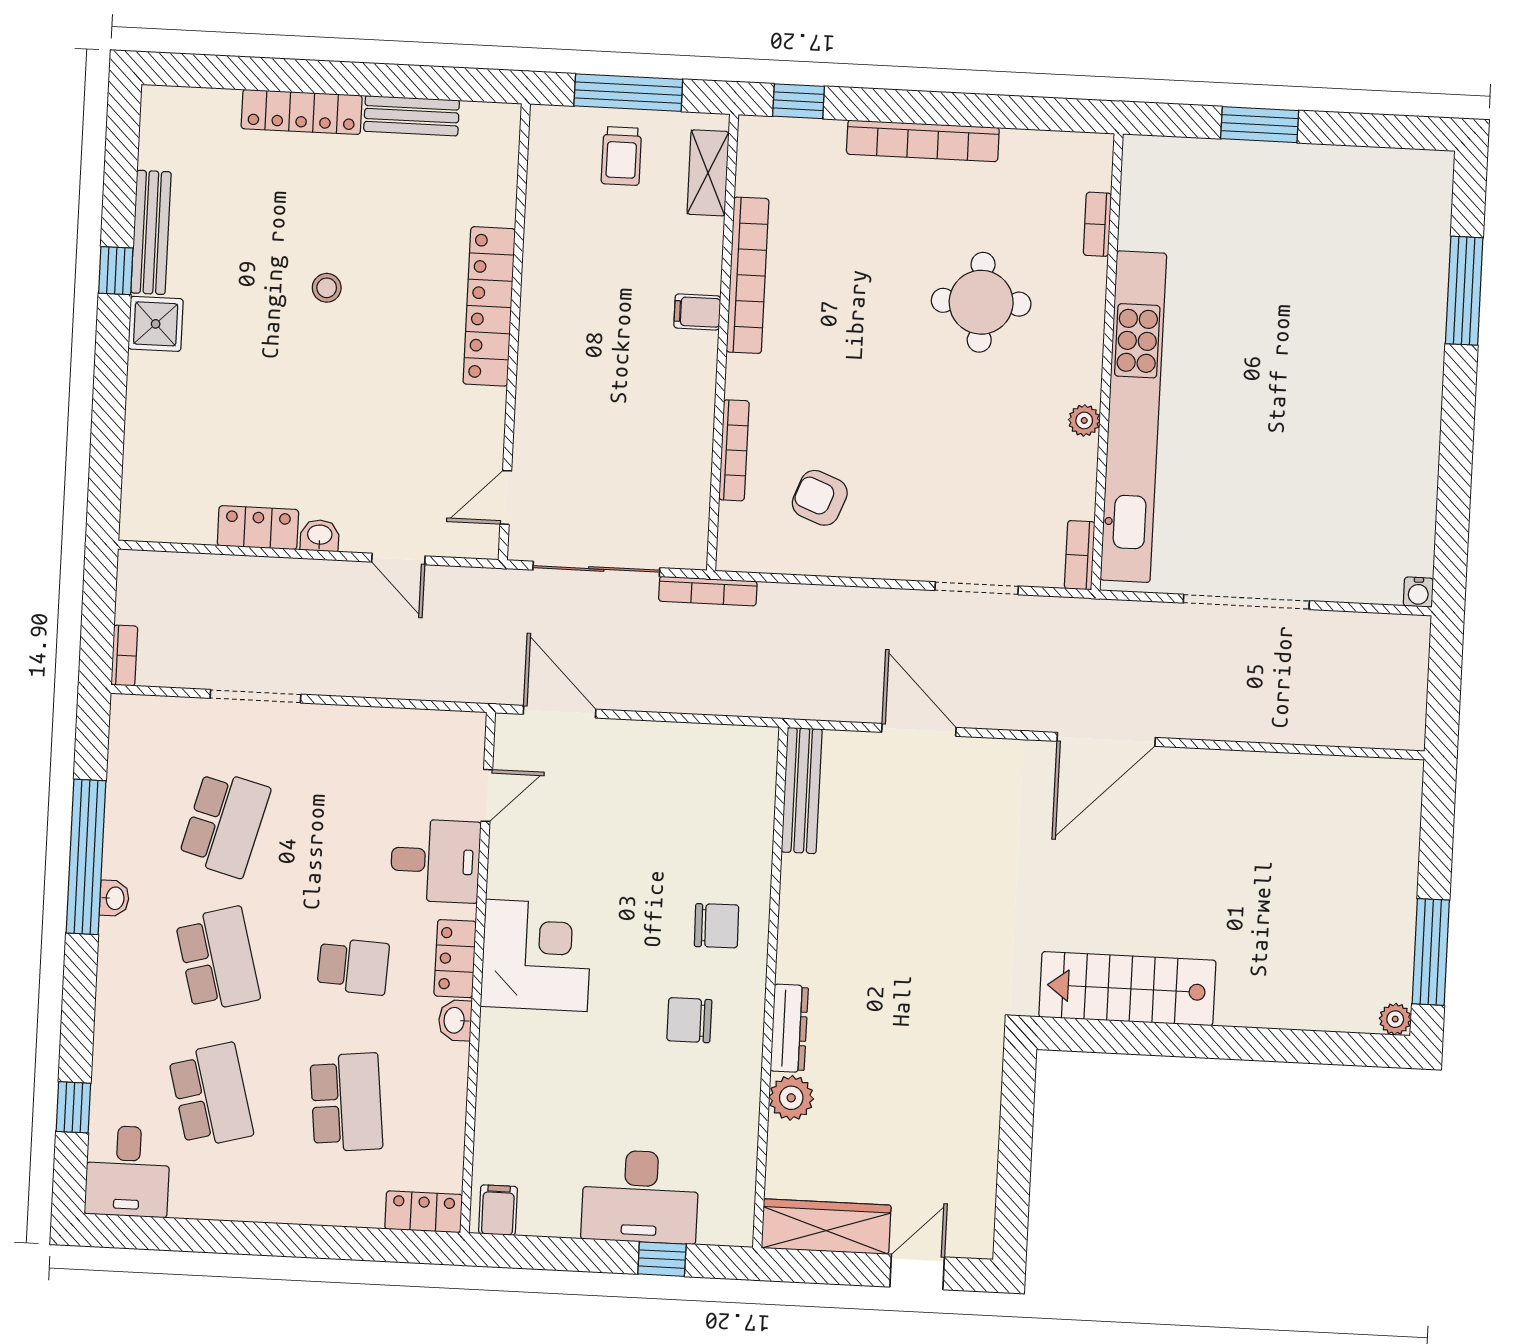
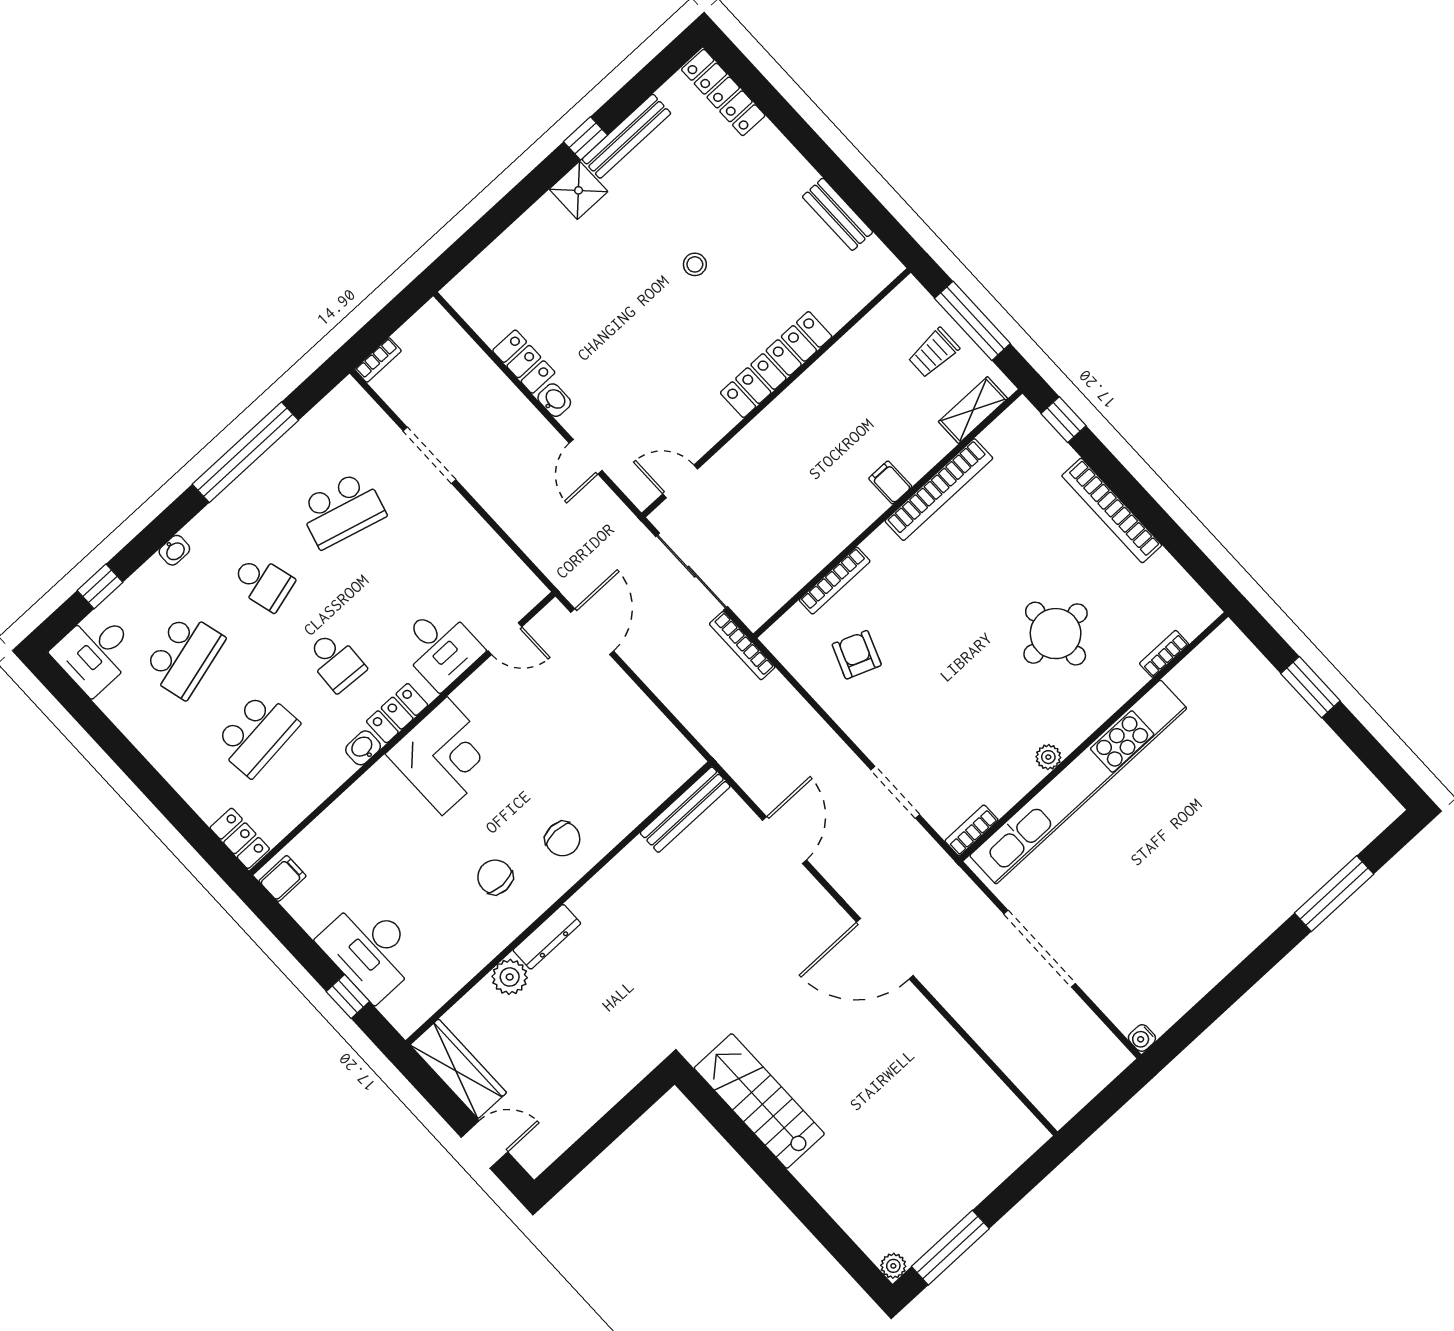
locker: (302, 112) -> (723, 92), moved
washbasin: (114, 898) -> (174, 550), moved
school desk: (218, 959) -> (263, 583), width x0.54

